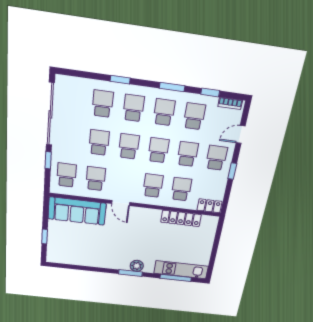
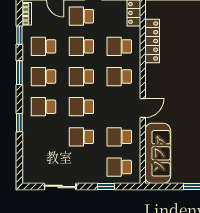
school desk: (103, 104) -> (44, 137), removed
sliding door: (50, 114) -> (60, 186), width x0.54

